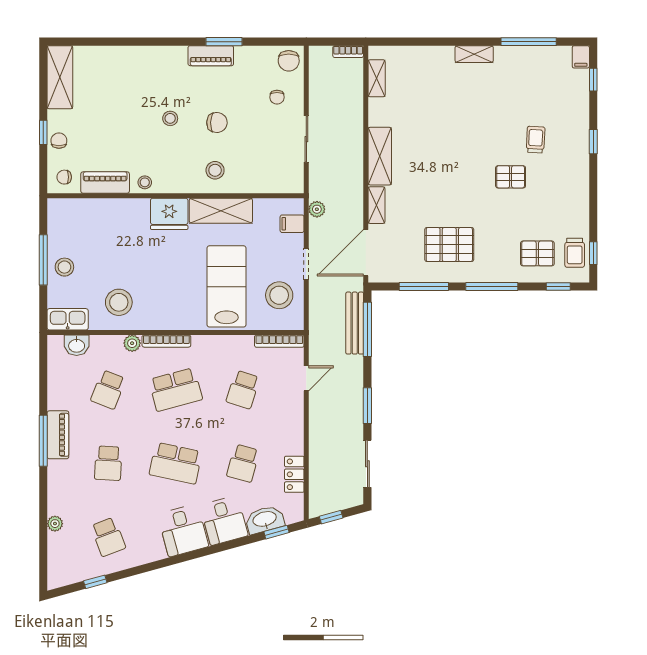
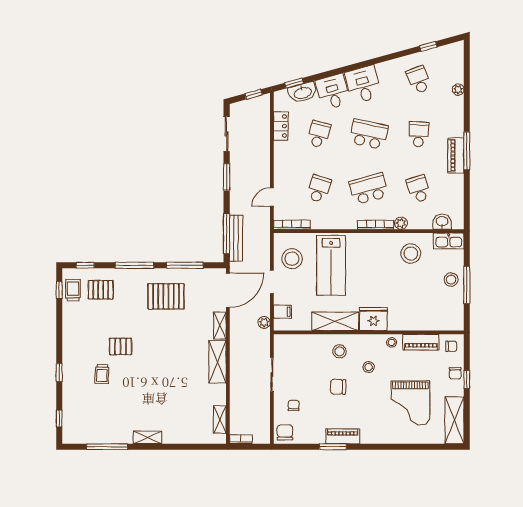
filing cabinet: (581, 57) -> (68, 435), removed
grand piano: (119, 101) -> (410, 403), added
stool: (170, 118) -> (369, 367), moved
school desk: (108, 390) -> (419, 189), turned -39

